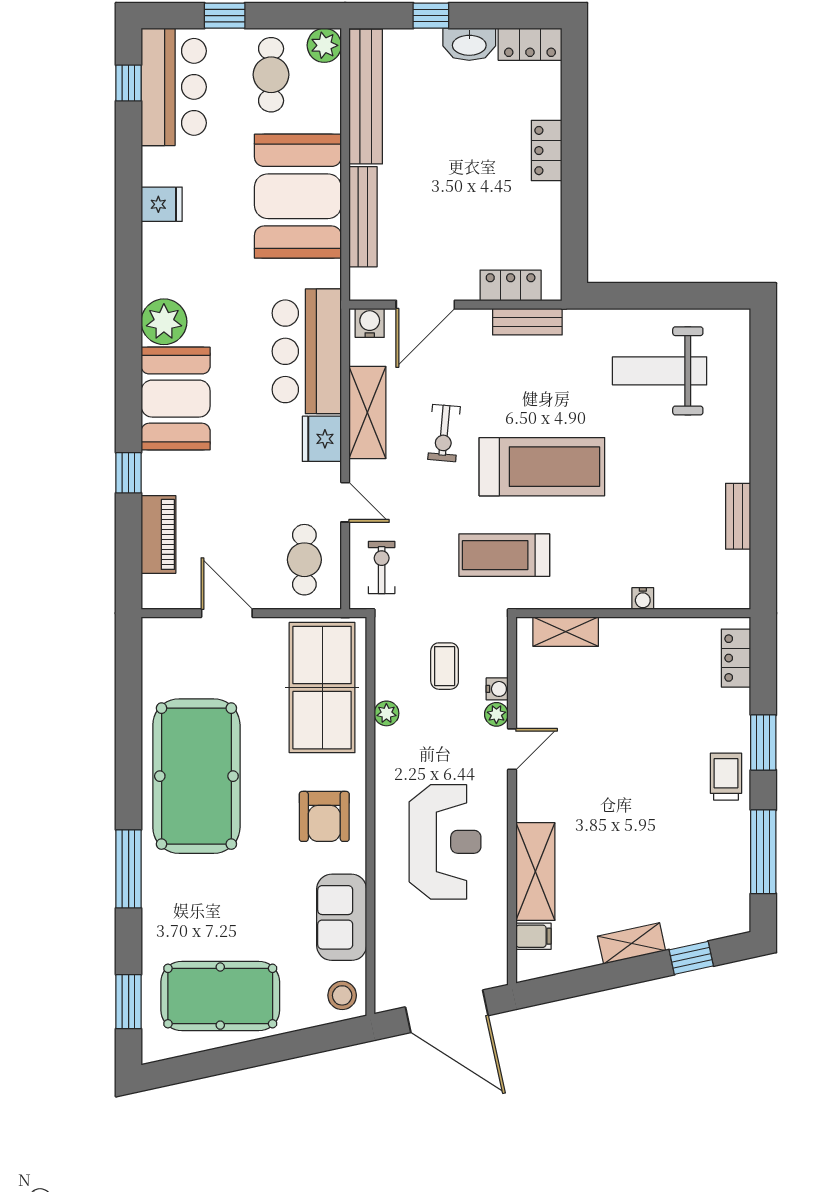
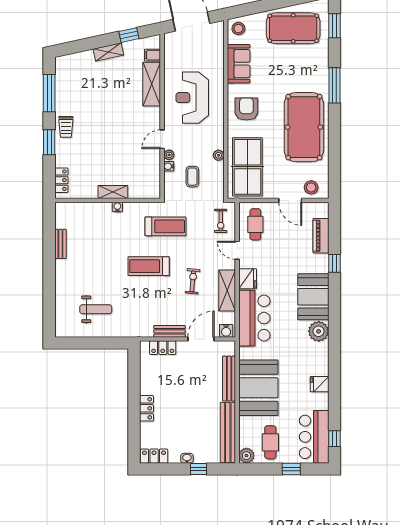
washbasin: (469, 44) -> (187, 458), width x0.52, depth x0.69
bench: (527, 322) -> (170, 331), moved
weight bench: (660, 371) -> (96, 309), width x0.73, depth x0.75
treadmill: (542, 467) -> (149, 266), width x0.73, depth x0.73
water cooler: (643, 599) -> (117, 207), moved
shelving: (566, 632) -> (113, 192), moved
stool: (180, 642) -> (311, 187), added
window: (691, 958) -> (129, 35), moved

